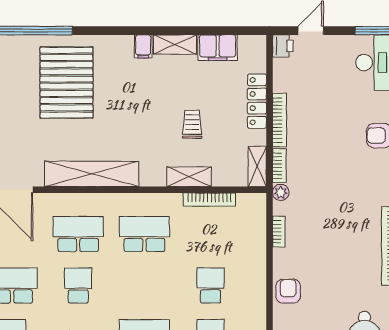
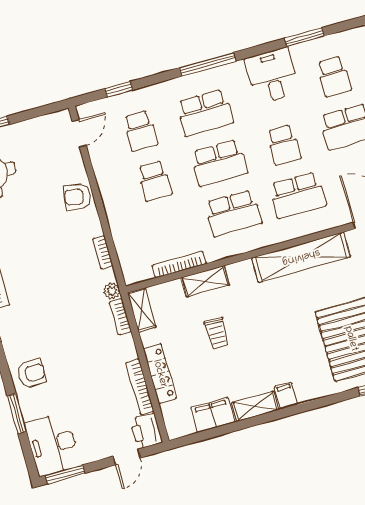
printer: (283, 46) -> (146, 431), width x1.36, depth x1.24
bookcase: (279, 120) -> (140, 387), moved
school desk: (144, 286) -> (219, 163), added
armchair: (288, 291) -> (77, 197), turned 99

